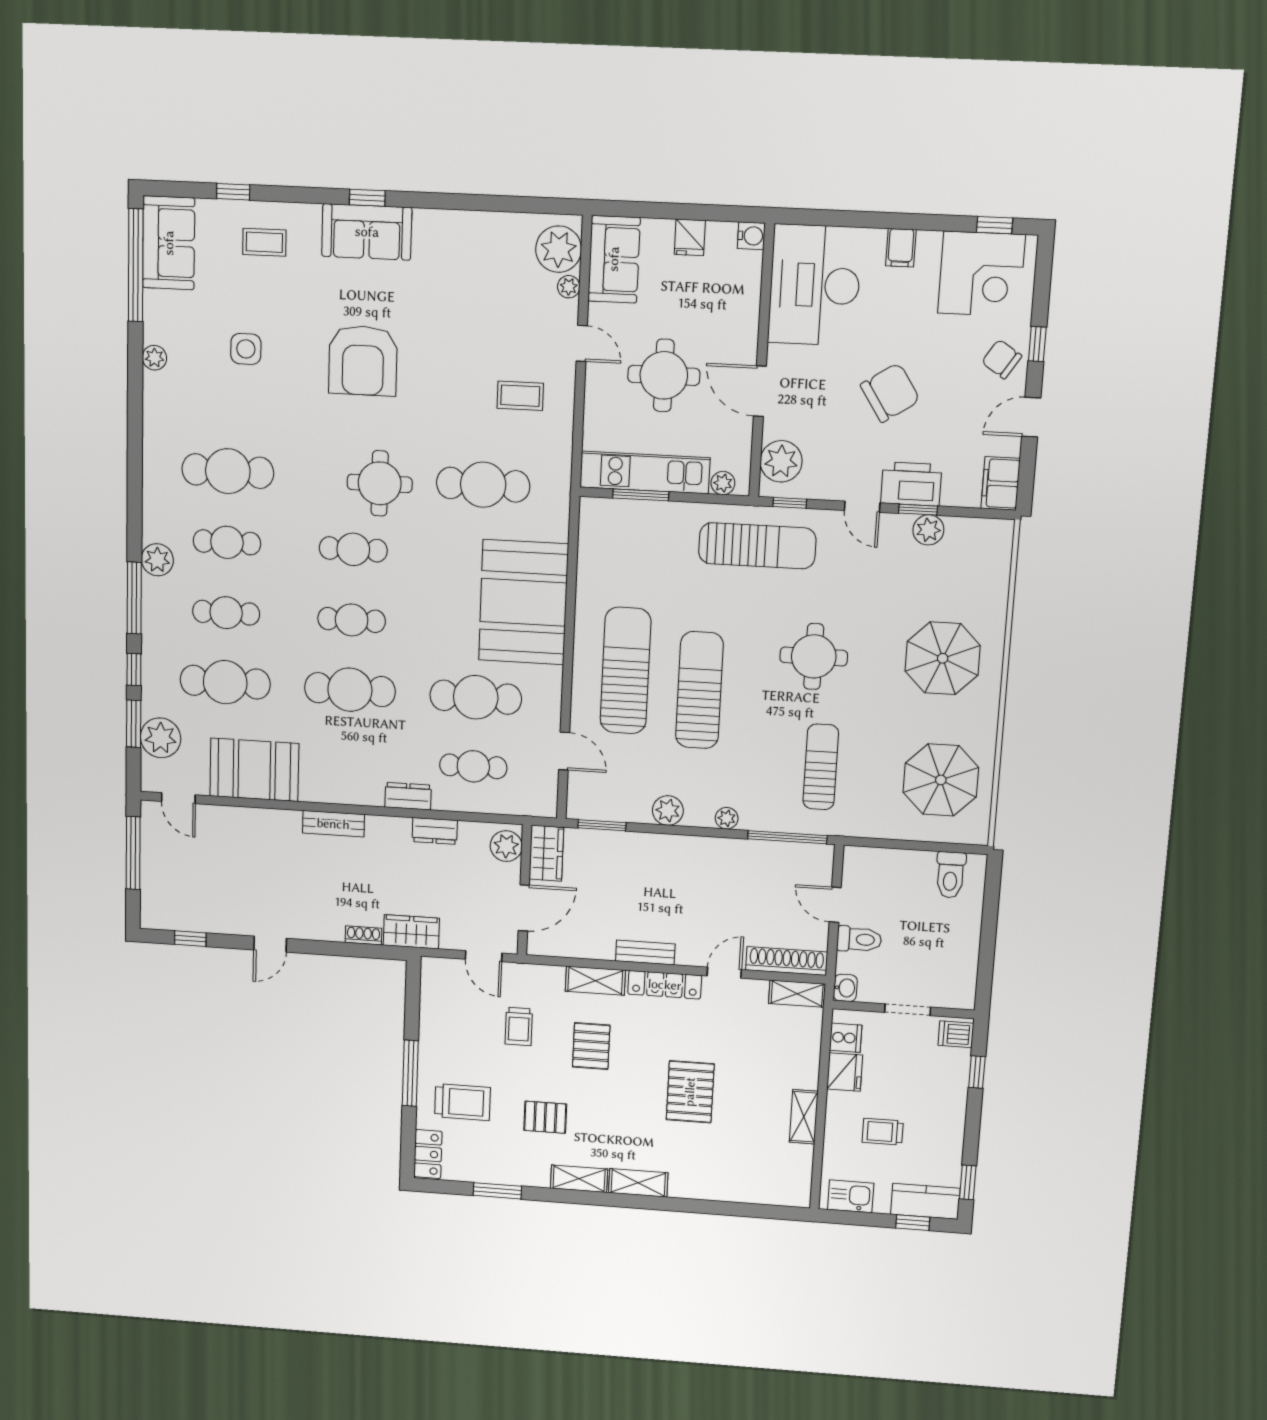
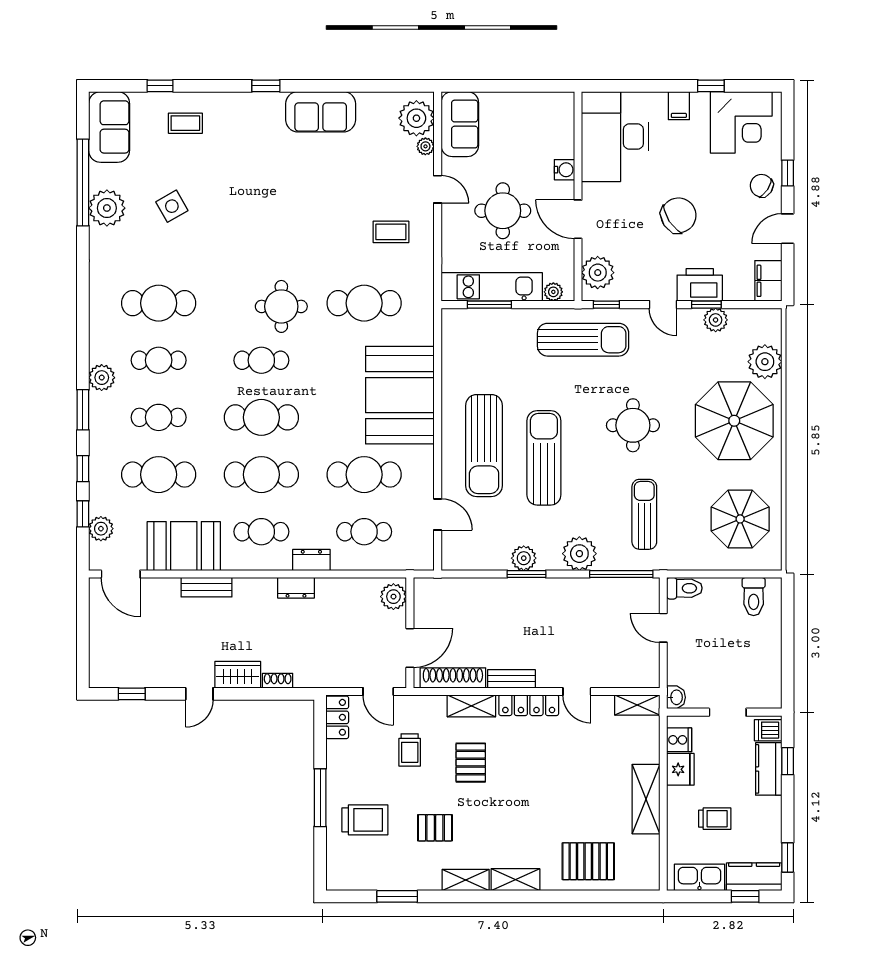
window: (995, 225) -> (711, 86), moved
sofa: (367, 232) -> (321, 112), moved
water cooler: (751, 236) -> (564, 170), moved
fridge: (690, 237) -> (517, 105), removed
window: (136, 265) -> (83, 183), moved
side table: (246, 349) -> (172, 206), turned -30
plant: (154, 358) -> (107, 208), width x1.87, depth x1.87
armchair: (363, 361) -> (265, 211), removed
plant: (988, 586) -> (765, 362), added
window: (134, 598) -> (83, 410), width x0.69
cafe table: (352, 620) -> (261, 417), width x1.37, depth x1.35
parasol: (943, 658) -> (734, 421), width x1.36, depth x1.36
sun lounger: (626, 671) -> (484, 446), turned 180
window: (134, 724) -> (83, 514), width x0.67
plant: (161, 738) -> (101, 529), width x0.73, depth x0.73
cafe table: (348, 758) -> (261, 532), added
door: (178, 798) -> (121, 574), width x1.38
plant: (727, 818) -> (579, 554), width x1.88, depth x1.88
bench: (333, 824) -> (206, 587), moved
window: (602, 825) -> (526, 574), moved
dresser: (435, 831) -> (296, 588), moved
window: (133, 853) -> (83, 623), removed
wardrobe: (546, 853) -> (427, 600), removed
wardrobe: (411, 932) -> (238, 675), moved
toilet: (859, 939) -> (684, 588), moved
shoe rack: (787, 961) -> (453, 678), moved
door: (724, 973) -> (577, 691), swing flipped
kitchen counter: (953, 1079) -> (769, 769), added
pallet: (690, 1092) -> (588, 861), moved, turned 90
shelving: (804, 1117) -> (646, 799), width x1.50, depth x1.33
trolley: (883, 1132) -> (715, 819), turned 180
locker: (428, 1154) -> (337, 717), moved
kitchen sink: (851, 1196) -> (699, 877), width x1.38

